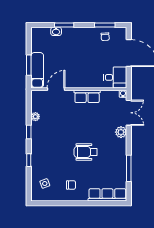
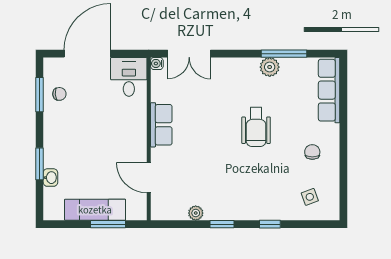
exam couch: (37, 70) -> (95, 210), moved
double door: (129, 113) -> (189, 54), swing flipped
plant: (121, 132) -> (270, 67), moved

